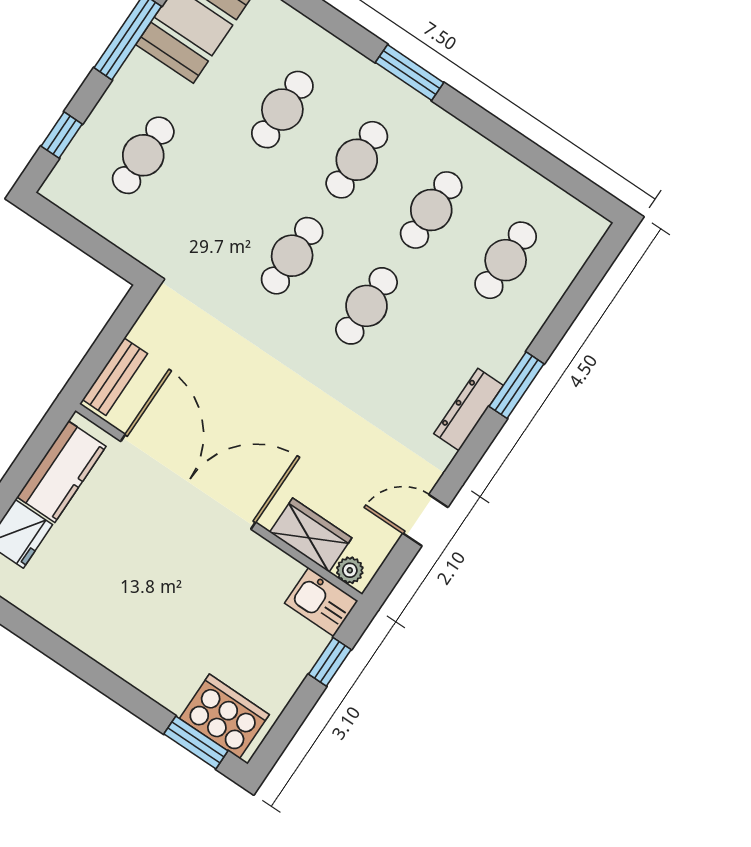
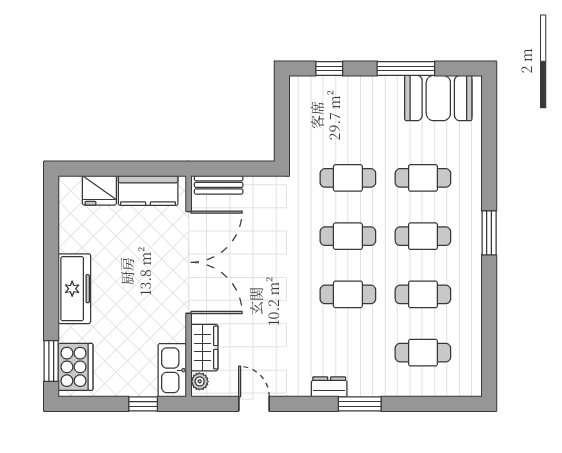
cafe table: (143, 155) -> (348, 178), moved
dresser: (468, 410) -> (329, 387), width x0.70
kitchen sink: (321, 602) -> (172, 370), width x1.38
freezer: (123, 650) -> (74, 289), added

